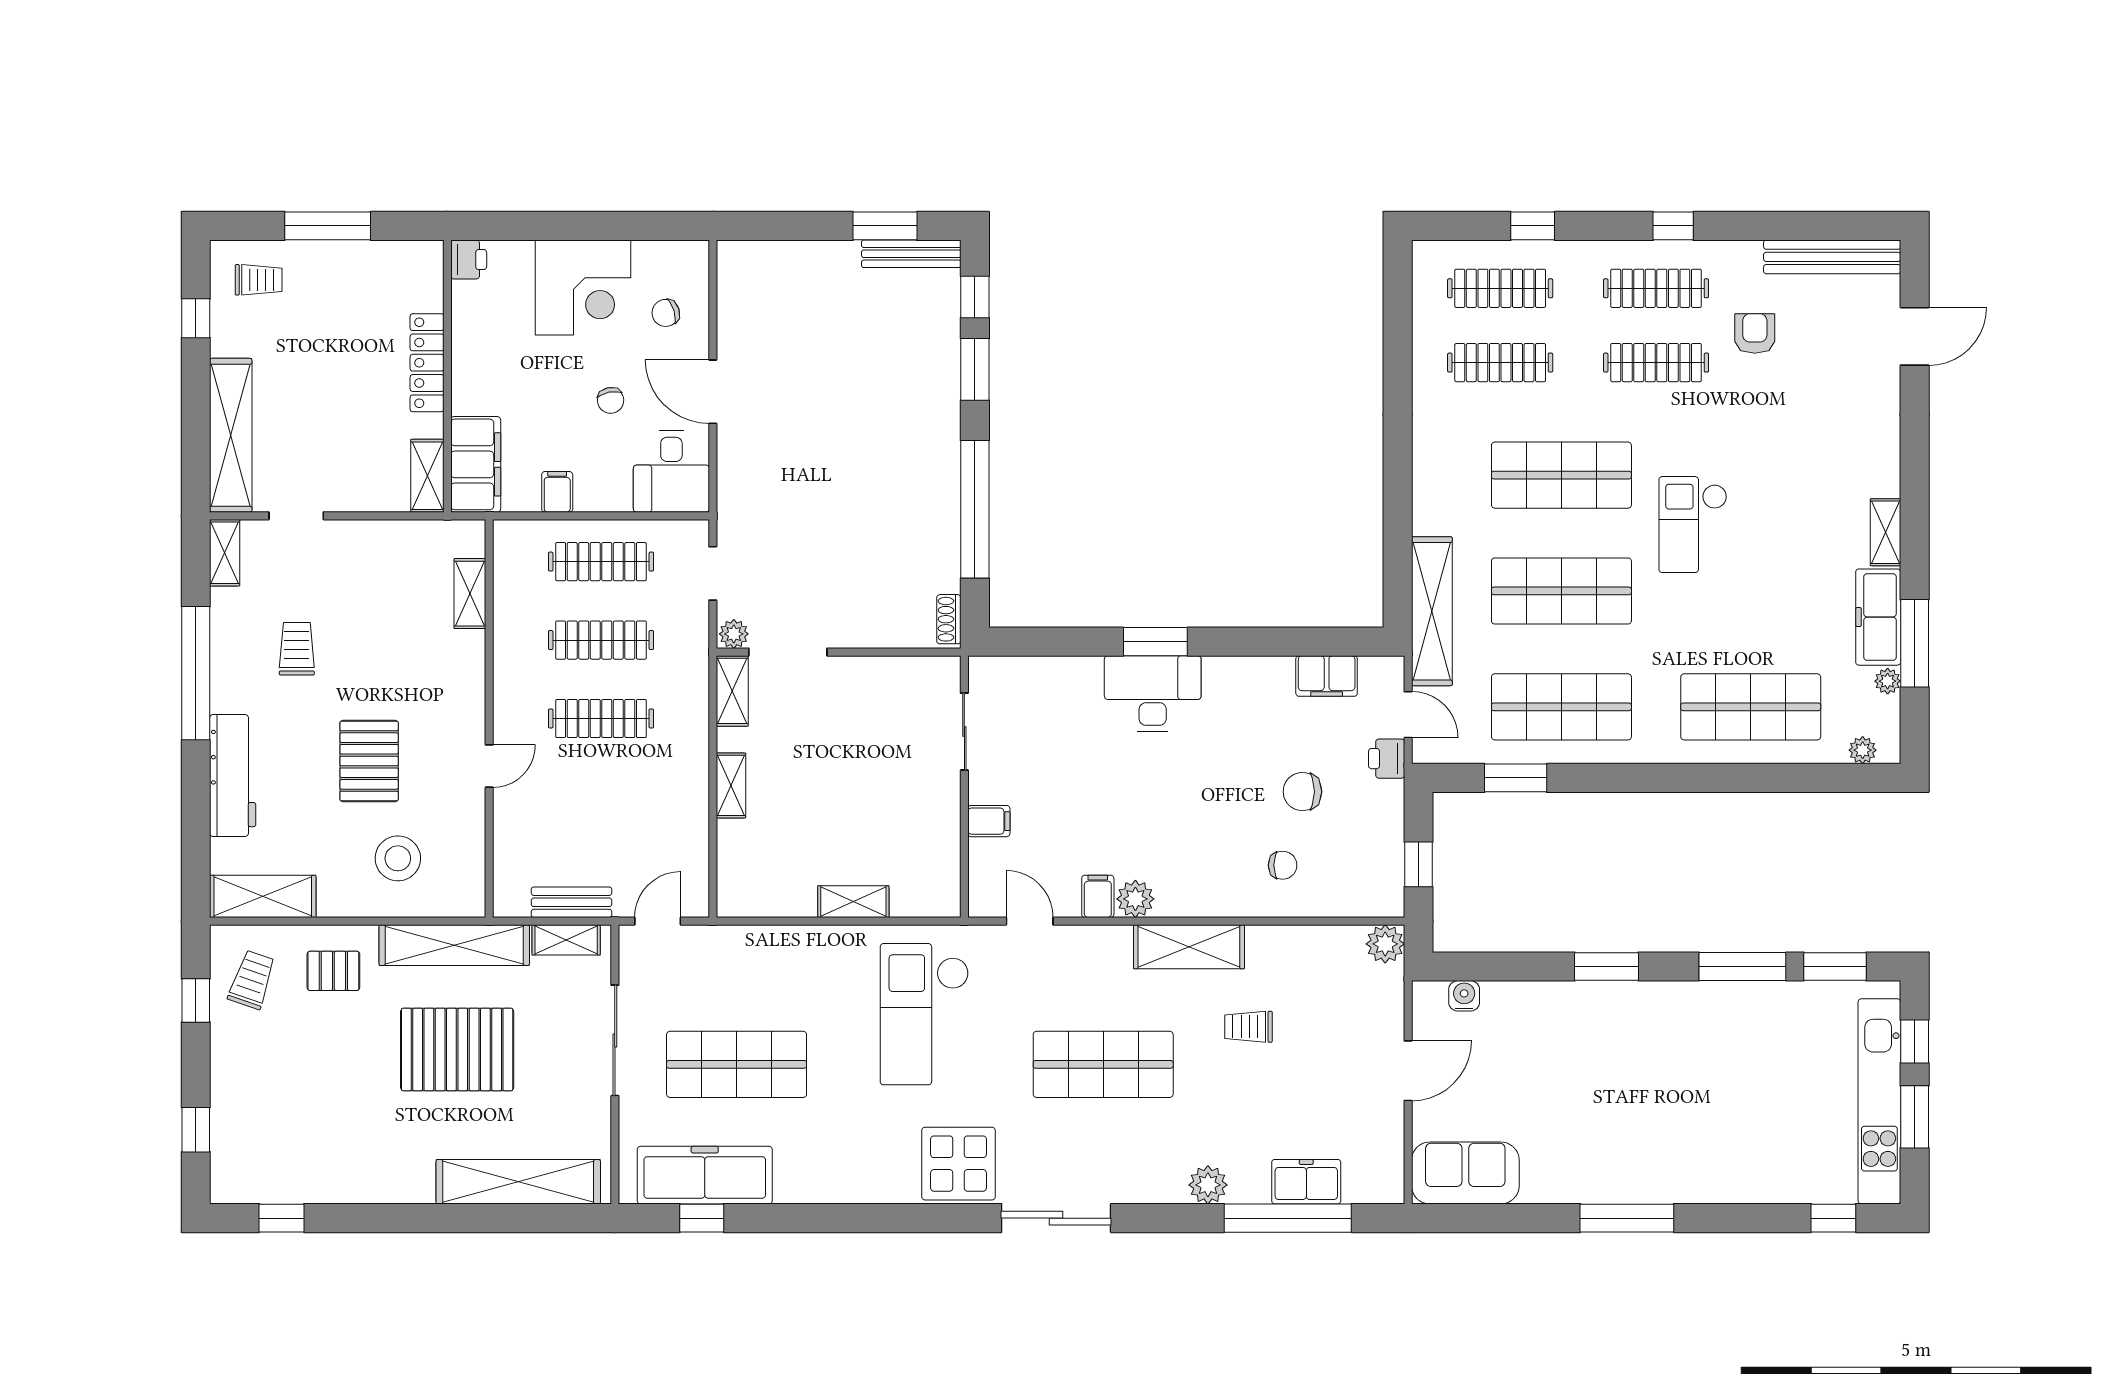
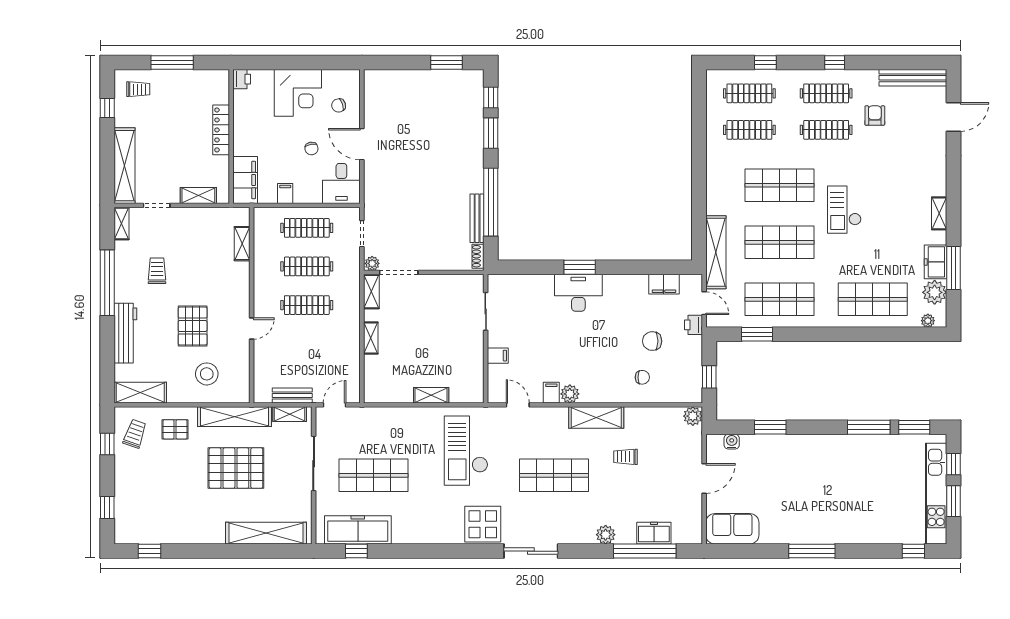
bench: (911, 254) -> (477, 218), moved, turned 90
shelving: (427, 476) -> (198, 195), moved, turned 90
freezer: (1878, 617) -> (936, 262), width x0.71
plant: (1888, 681) -> (935, 292), width x1.88, depth x1.88
window: (1606, 967) -> (770, 427), moved

